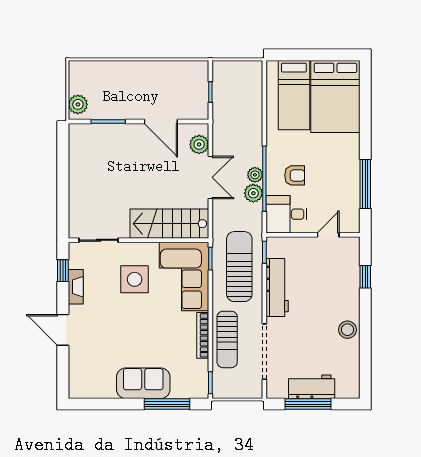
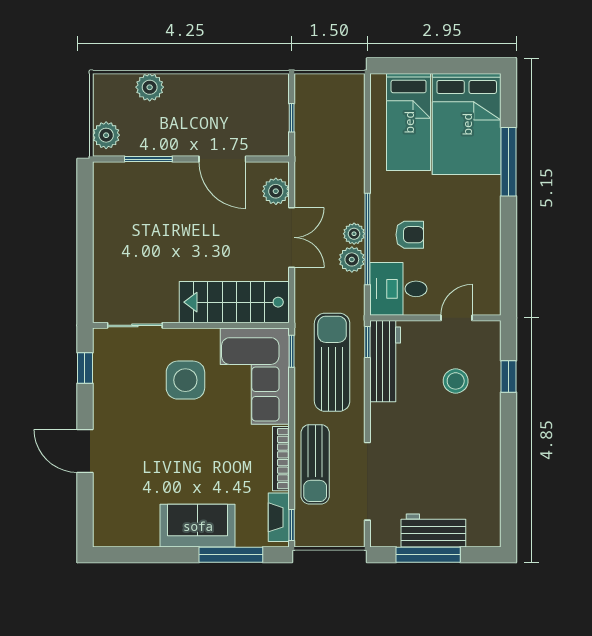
plant: (109, 70) -> (150, 87), added
window: (365, 184) -> (508, 162), moved
fireplace: (76, 287) -> (279, 517), moved, turned 180
workbench: (277, 288) -> (385, 361), moved
stool: (347, 330) -> (456, 381), moved

